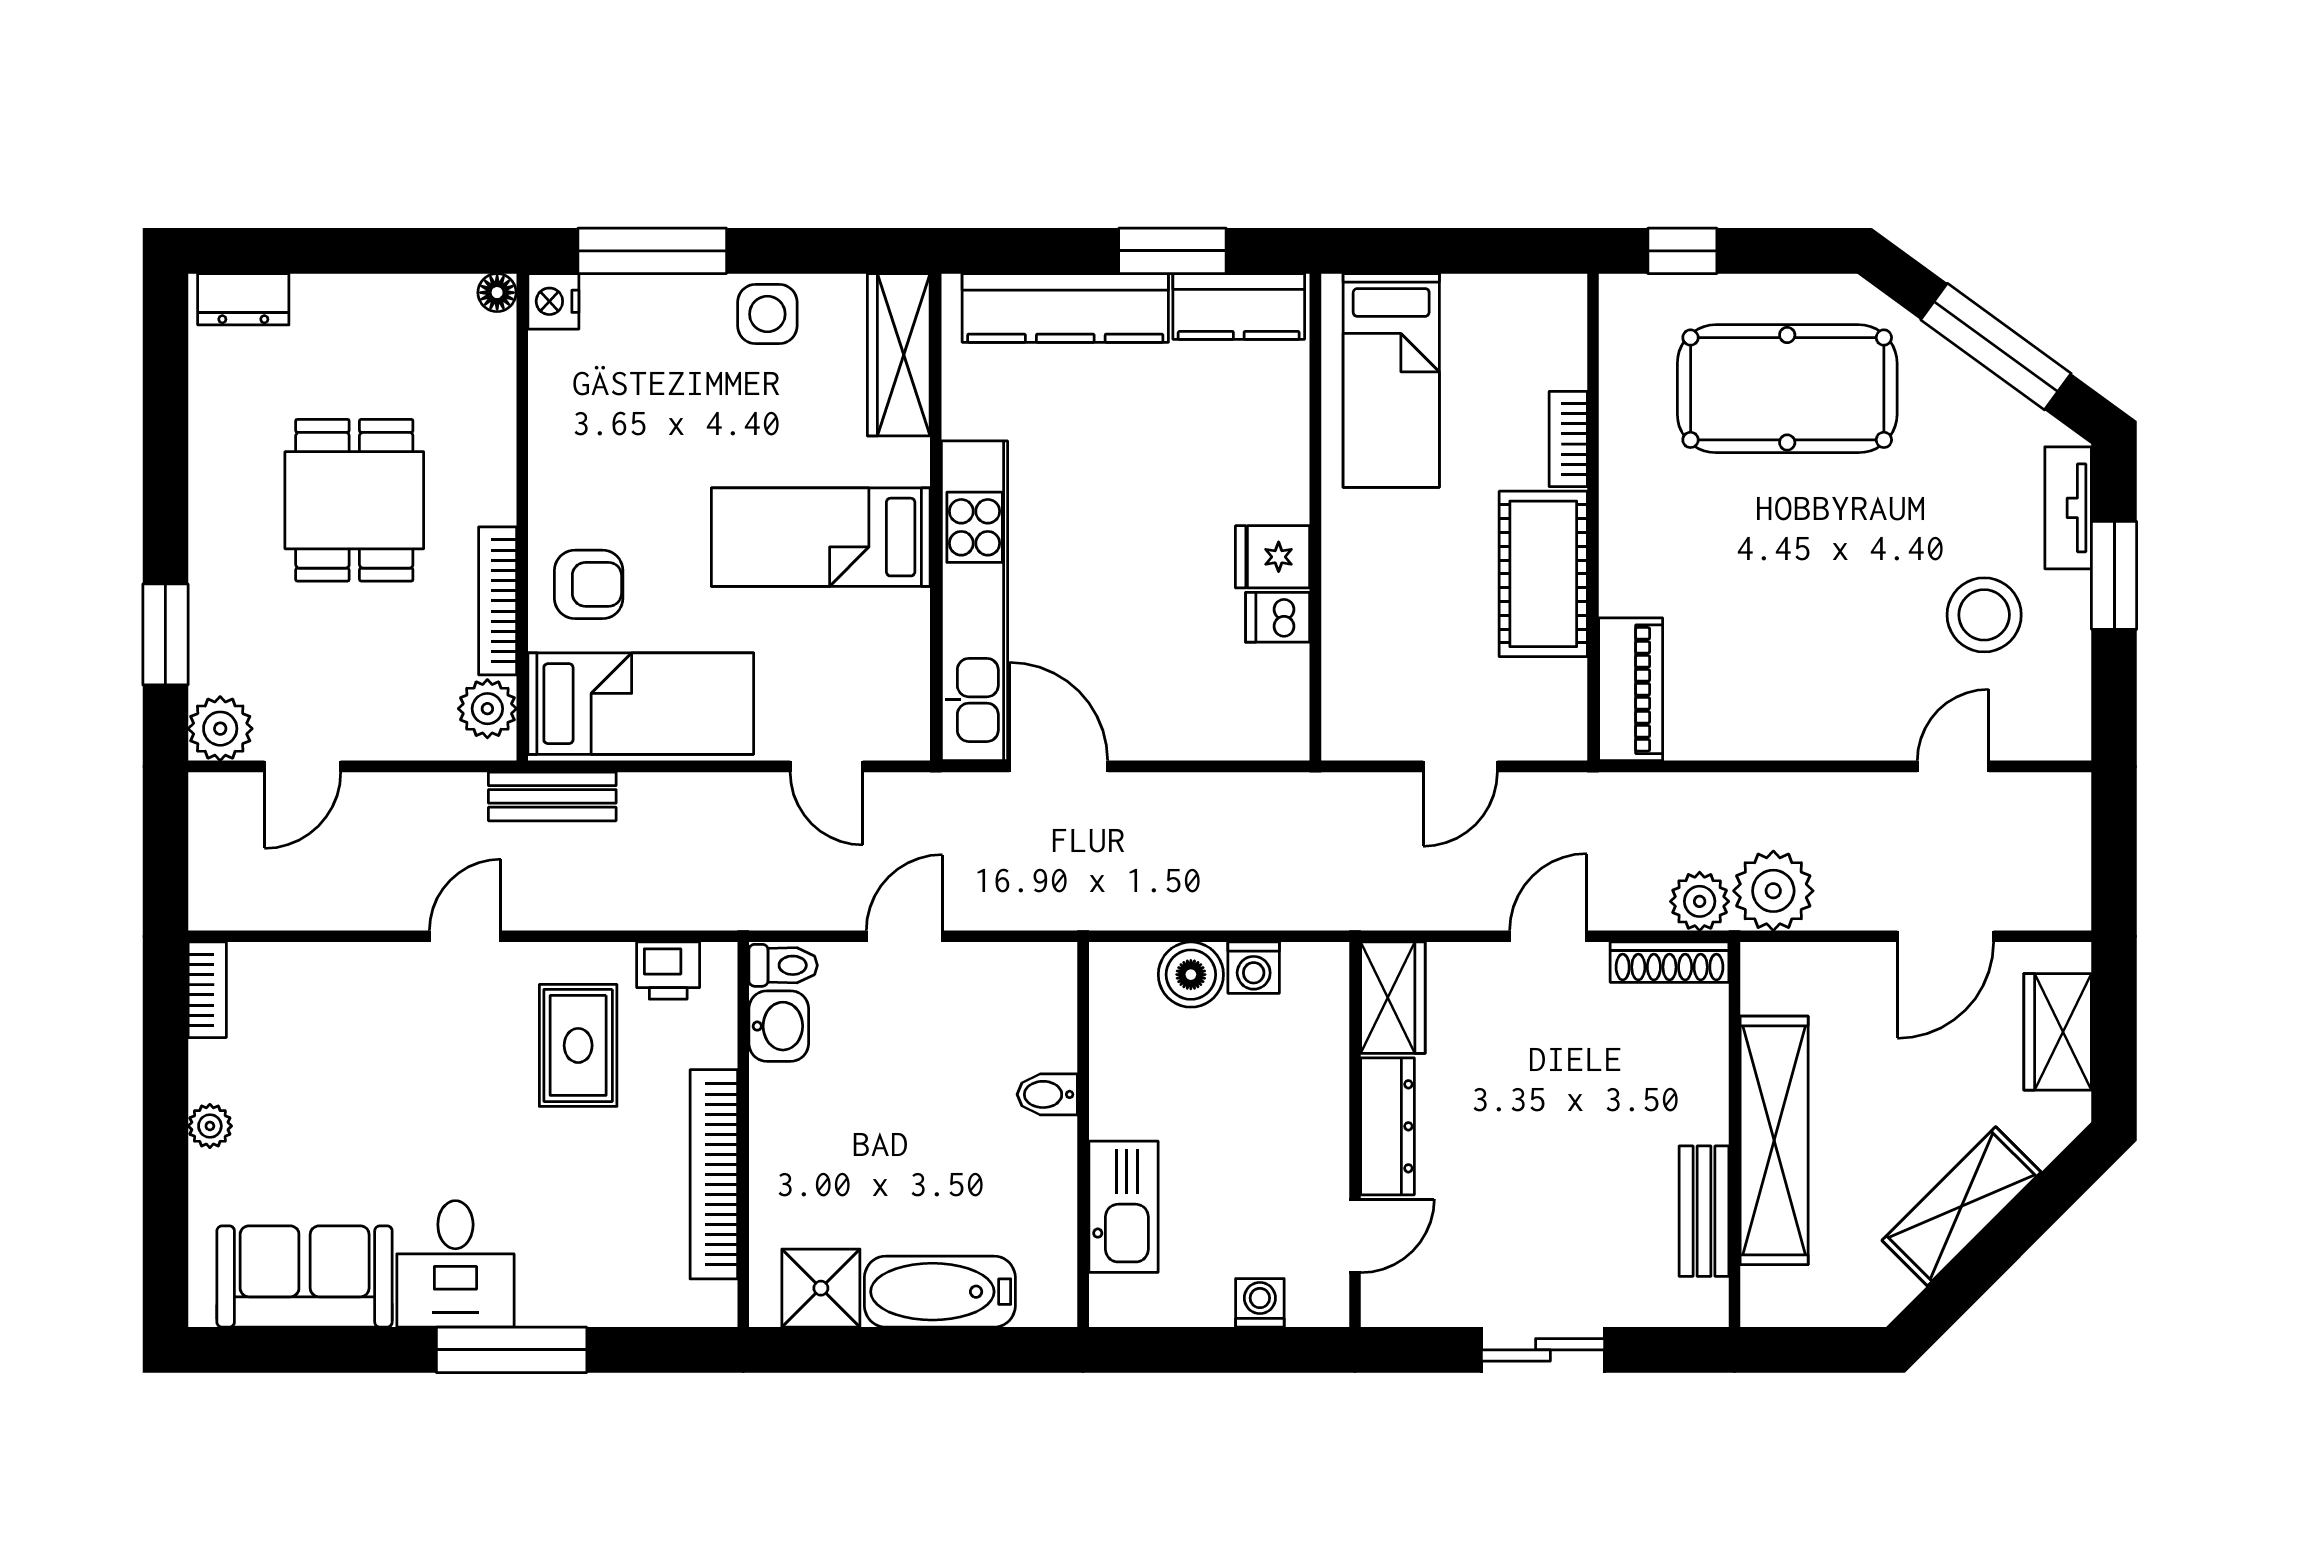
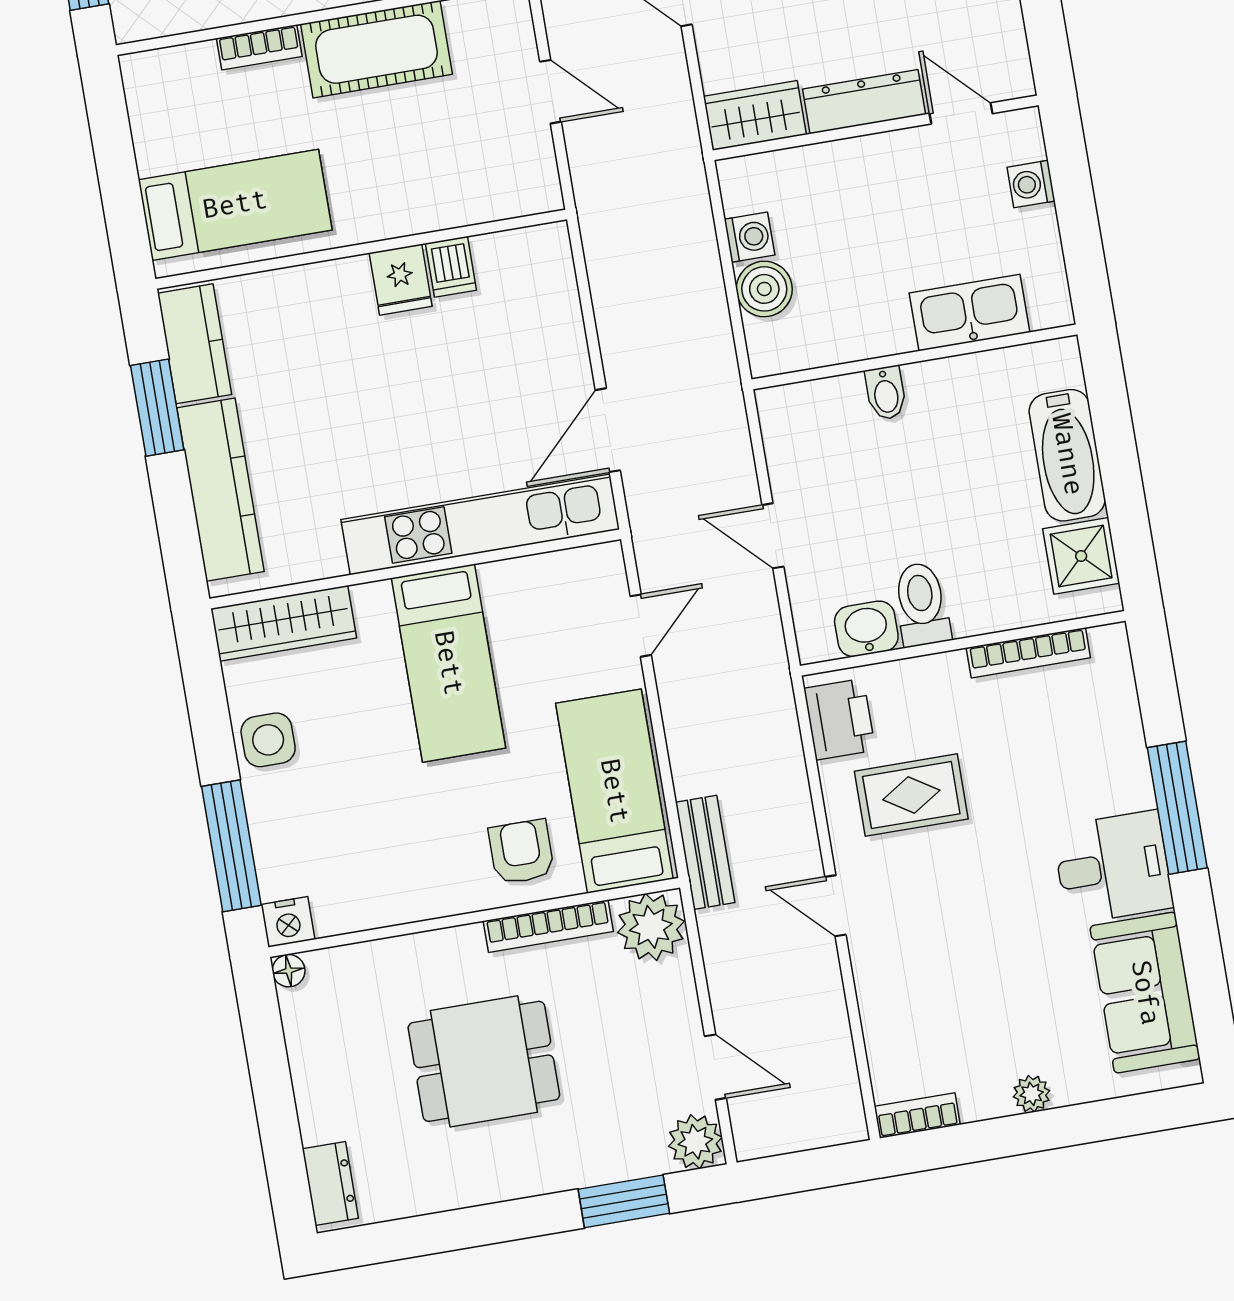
plant: (487, 709) -> (651, 927), width x1.36, depth x1.36
toilet: (783, 965) -> (922, 604), moved, width x1.37, depth x1.39
printer: (668, 971) -> (840, 719), width x1.36, depth x1.24
bookcase: (714, 1174) -> (1028, 653), width x0.68, depth x0.76

